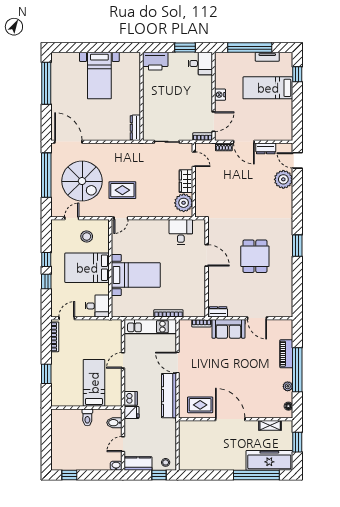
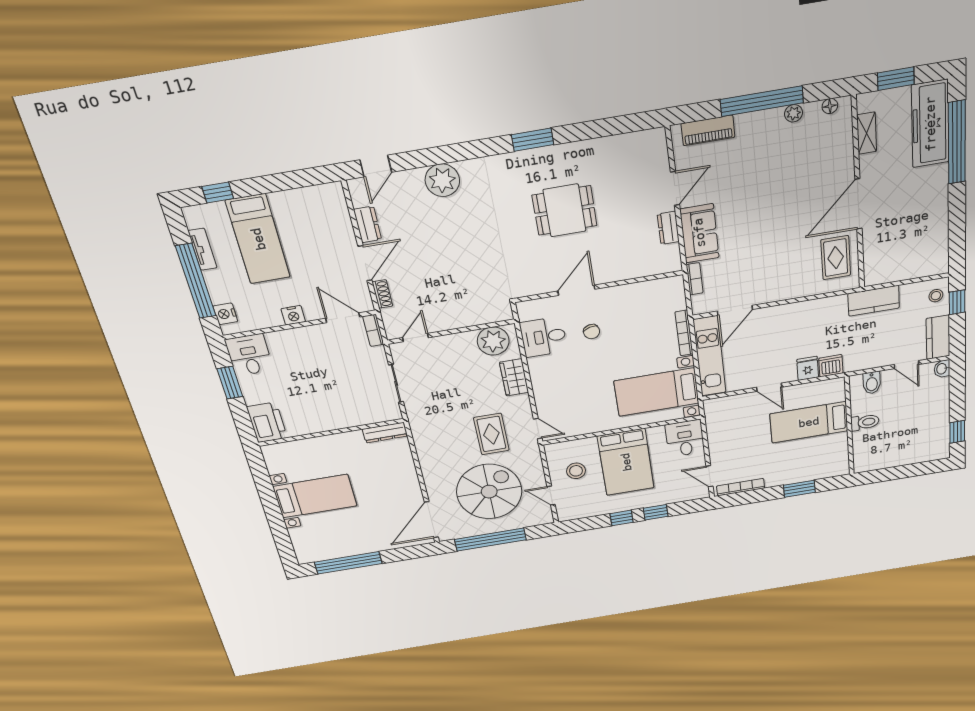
nightstand: (228, 58) -> (225, 314), added
plant: (283, 179) -> (442, 180), moved
wardrobe: (186, 181) -> (514, 377), moved, turned 90
chair: (179, 260) -> (592, 332), added
bed with nightstands: (136, 275) -> (657, 392), moved, turned -90
dresser: (218, 312) -> (668, 228), moved
piano: (286, 354) -> (708, 130), moved
door: (178, 363) -> (735, 310), moved
kitchen counter: (169, 396) -> (874, 301), moved, width x0.67
fridge: (131, 412) -> (808, 368), moved

